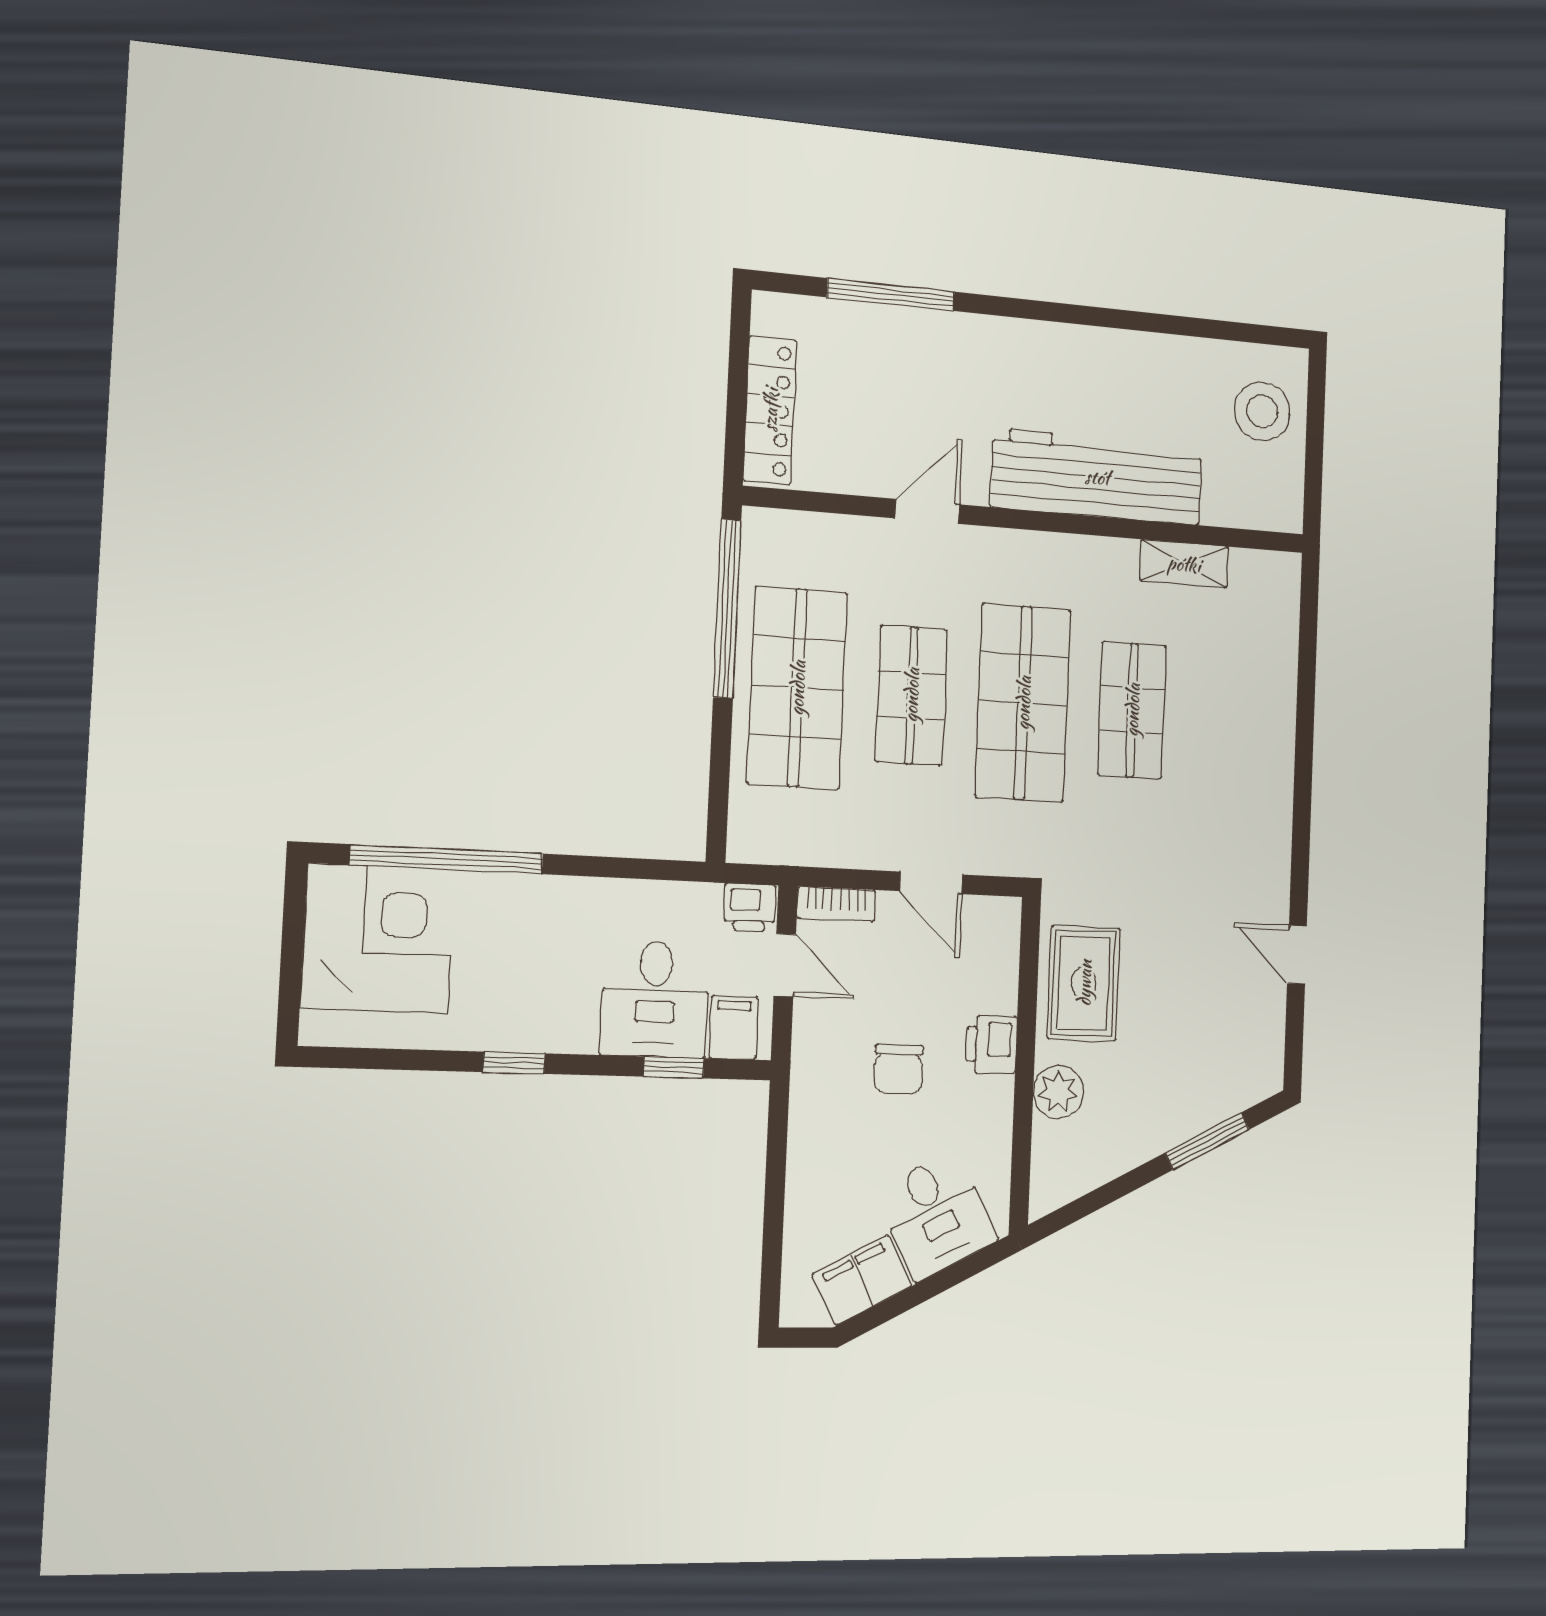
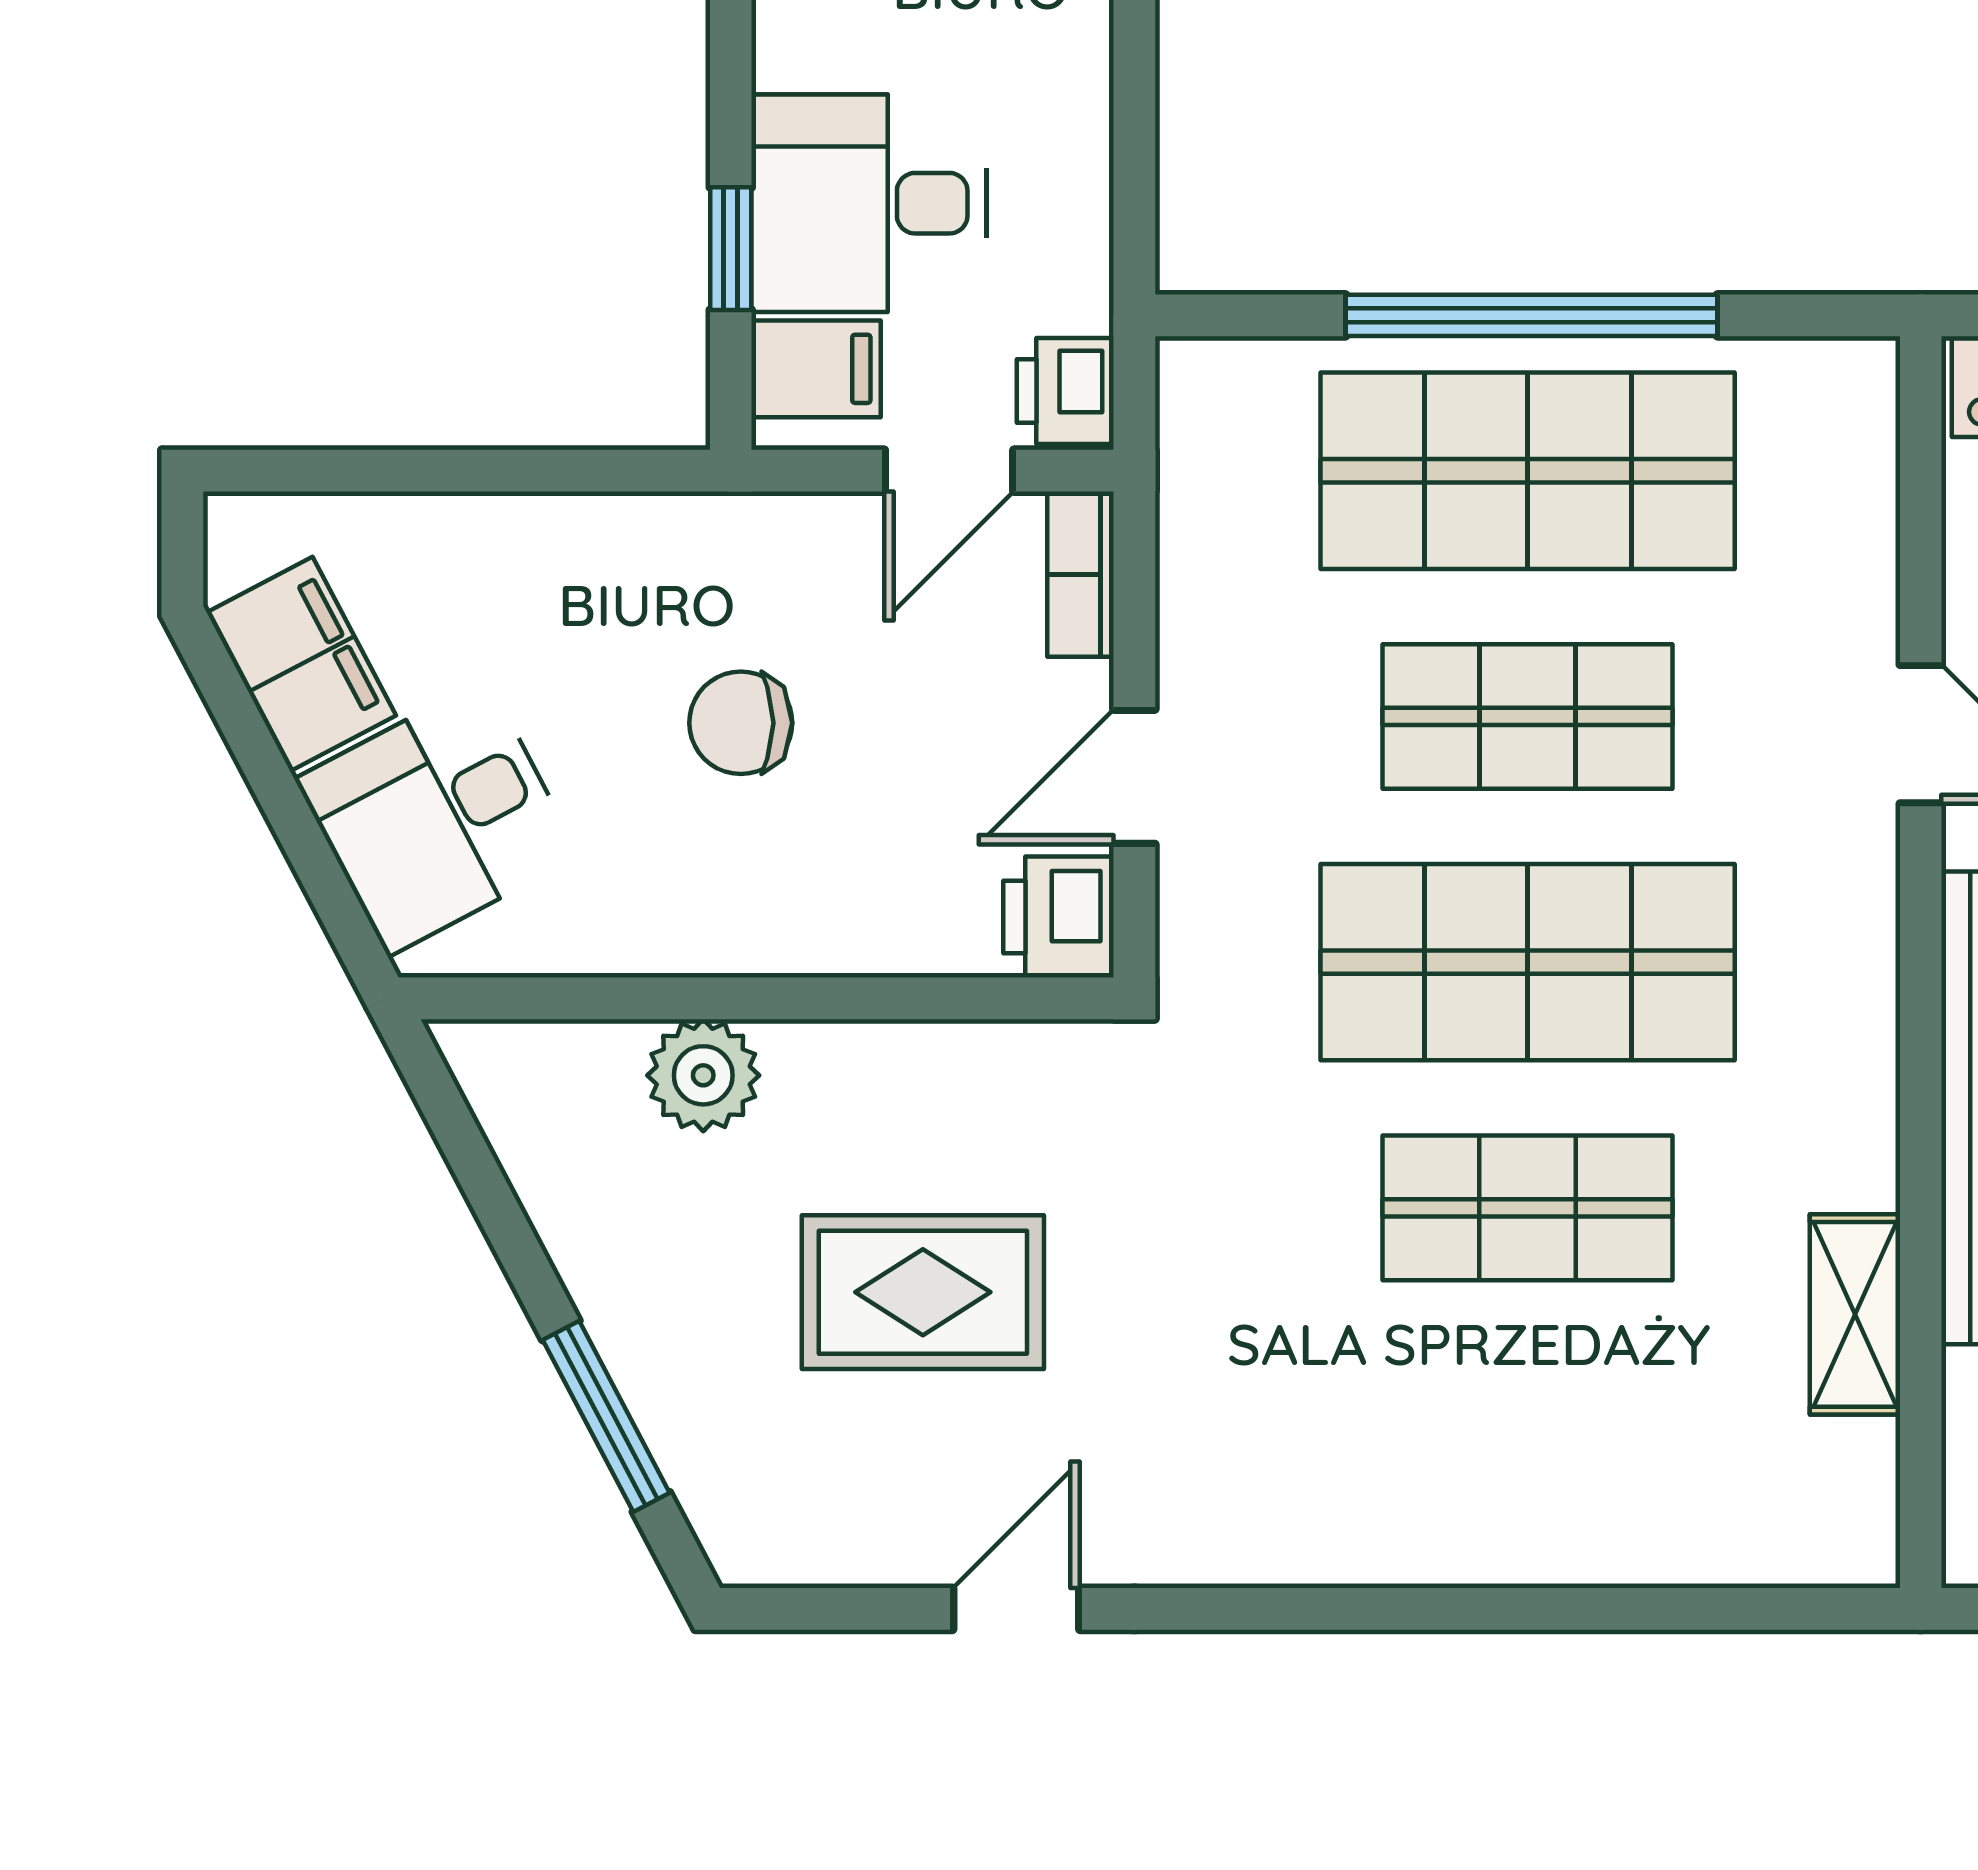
window: (727, 609) -> (1531, 315), moved
rug: (1084, 983) -> (923, 1292), moved
printer: (991, 1044) -> (1059, 917), moved, turned -90

